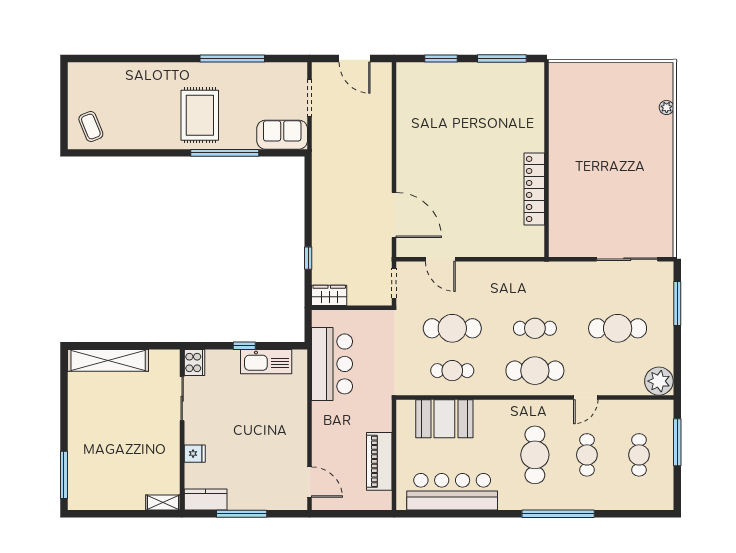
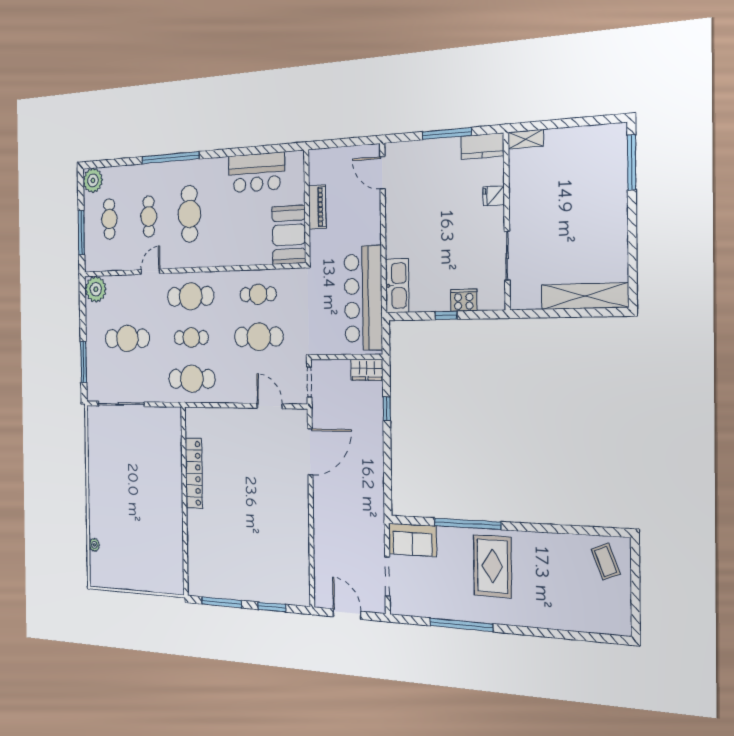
door: (394, 215) -> (310, 452), swing flipped
cafe table: (535, 286) -> (192, 379), added
cooker: (194, 362) -> (464, 300), moved, turned 90
kitchen sink: (266, 362) -> (397, 286), moved, turned 90
bar counter: (332, 364) -> (363, 298), width x1.36
booth: (444, 419) -> (289, 235), moved, turned 90
piano: (379, 461) -> (317, 207), width x0.73, depth x0.75
bar counter: (452, 492) -> (257, 172), width x0.73
plant: (660, 497) -> (93, 180), added

